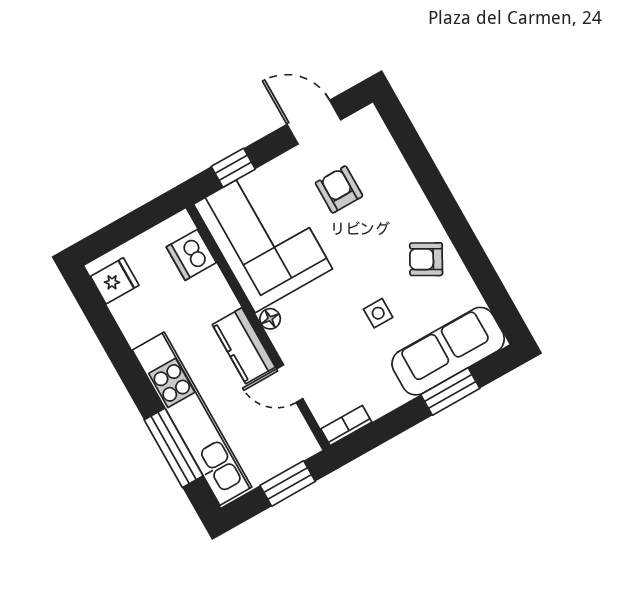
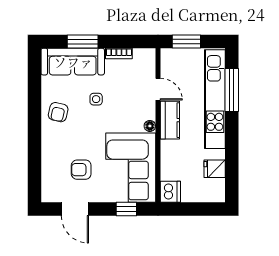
armchair: (339, 189) -> (81, 170), turned 90
dishwasher: (191, 255) -> (170, 192), moved
armchair: (426, 259) -> (58, 112), turned 74
fridge: (115, 281) -> (215, 169), moved
bookcase: (346, 426) -> (119, 54), moved

